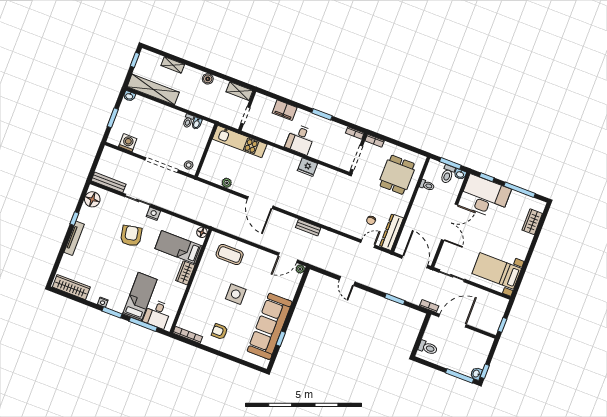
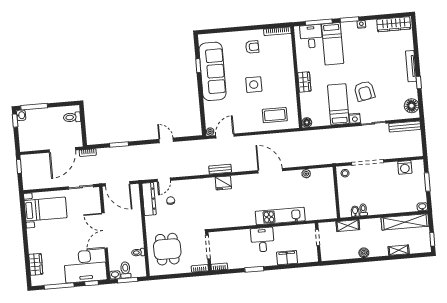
shelving: (239, 91) -> (348, 226), moved
kitchen unit: (240, 142) -> (280, 216), moved
fridge: (307, 167) -> (223, 183), moved, turned 180
bed: (179, 247) -> (338, 104), moved, turned -90

